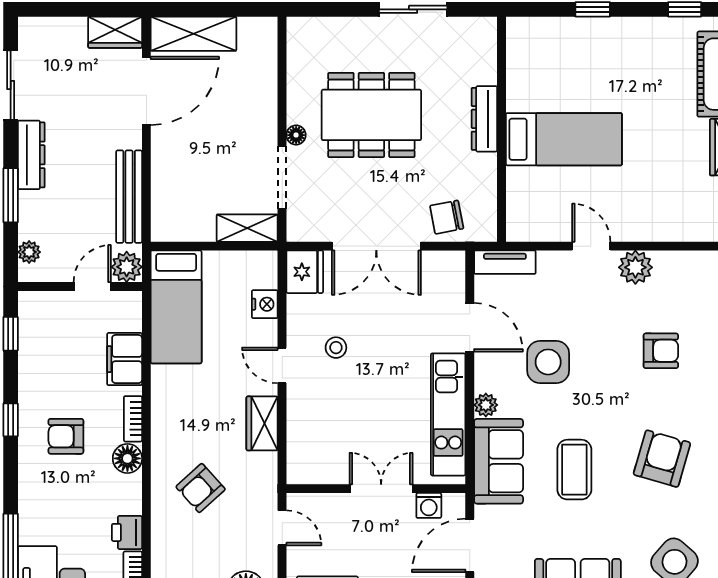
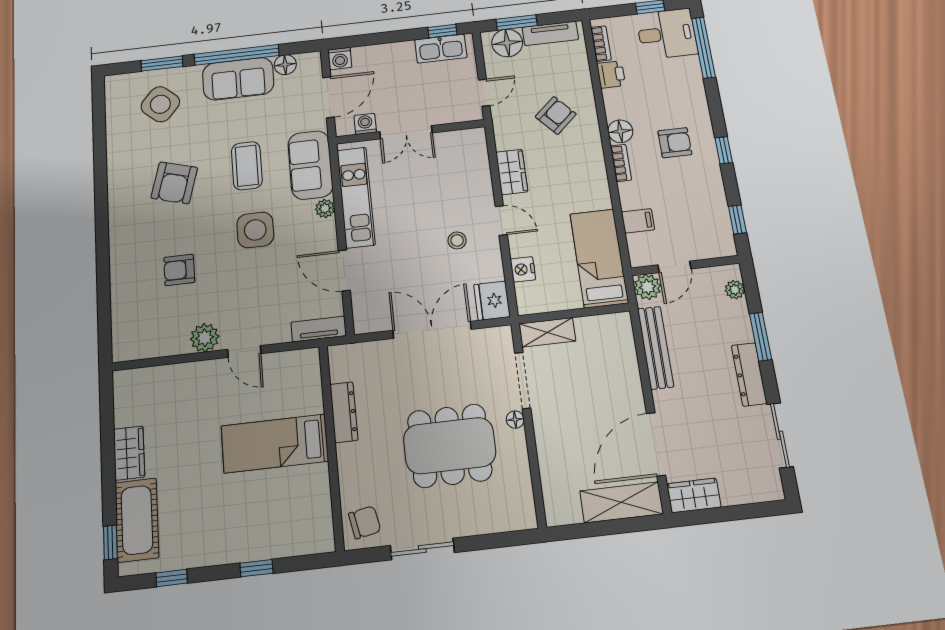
dresser: (484, 119) -> (344, 412), moved
chair: (447, 217) -> (365, 522), moved
filing cabinet: (125, 359) -> (638, 221), width x0.50
side table: (548, 362) -> (255, 230), moved
door: (282, 528) -> (484, 93), swing flipped

